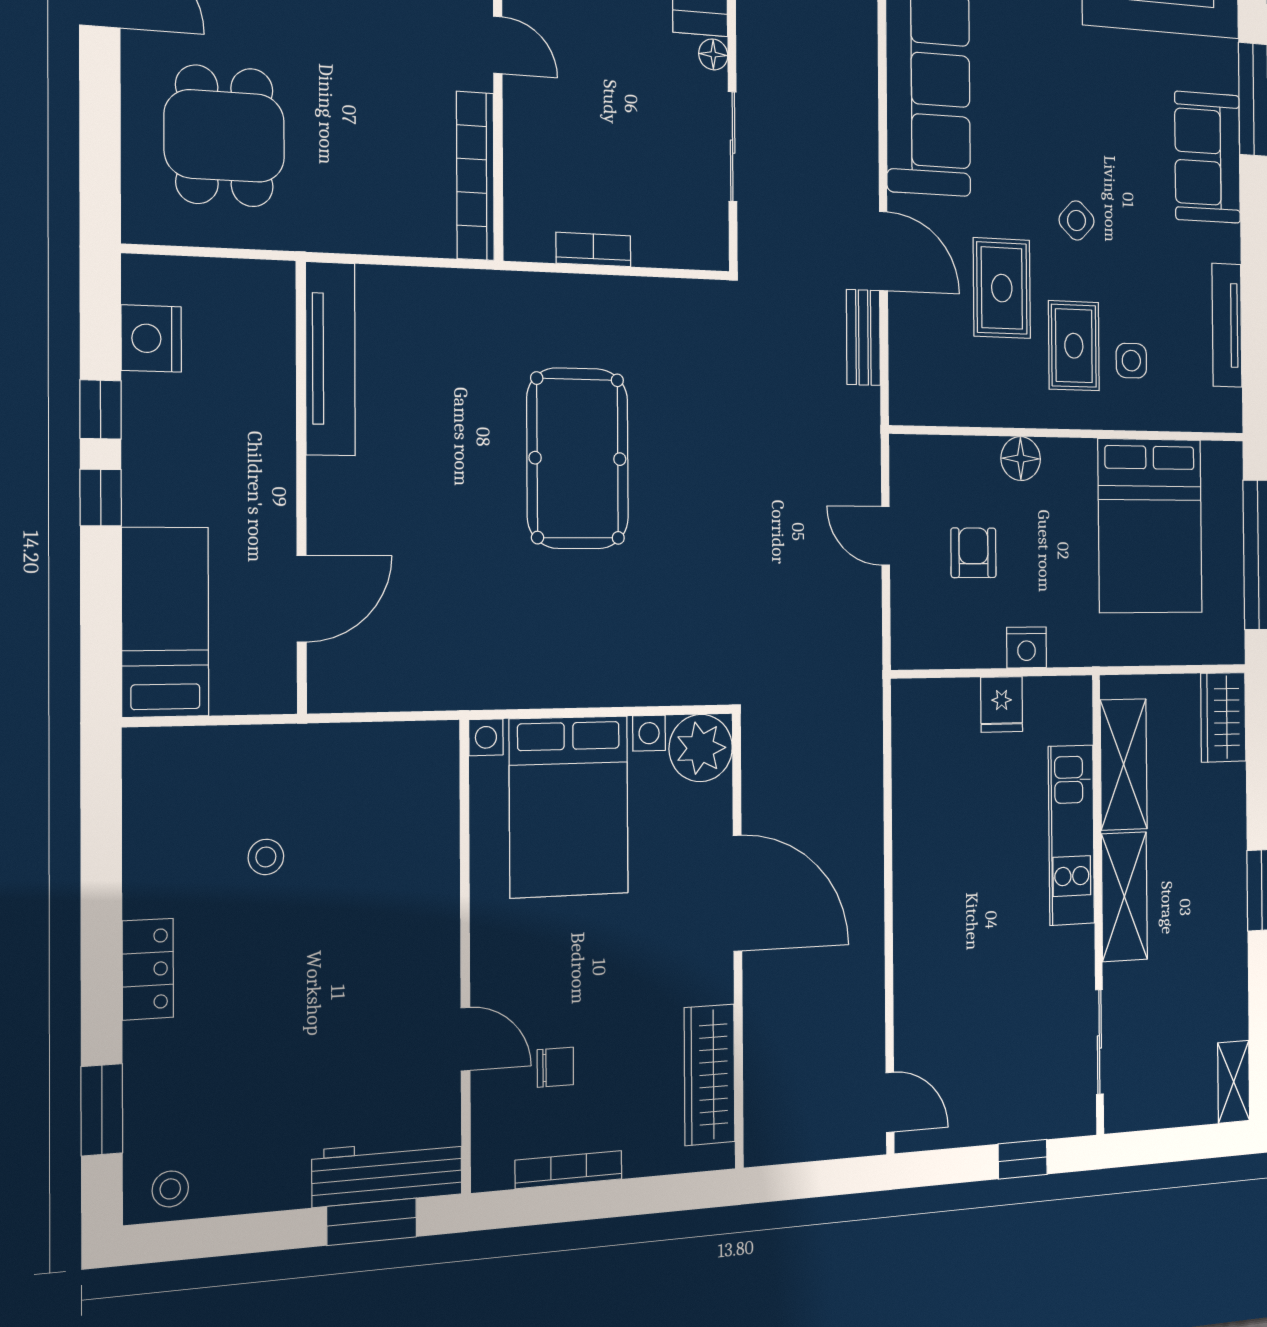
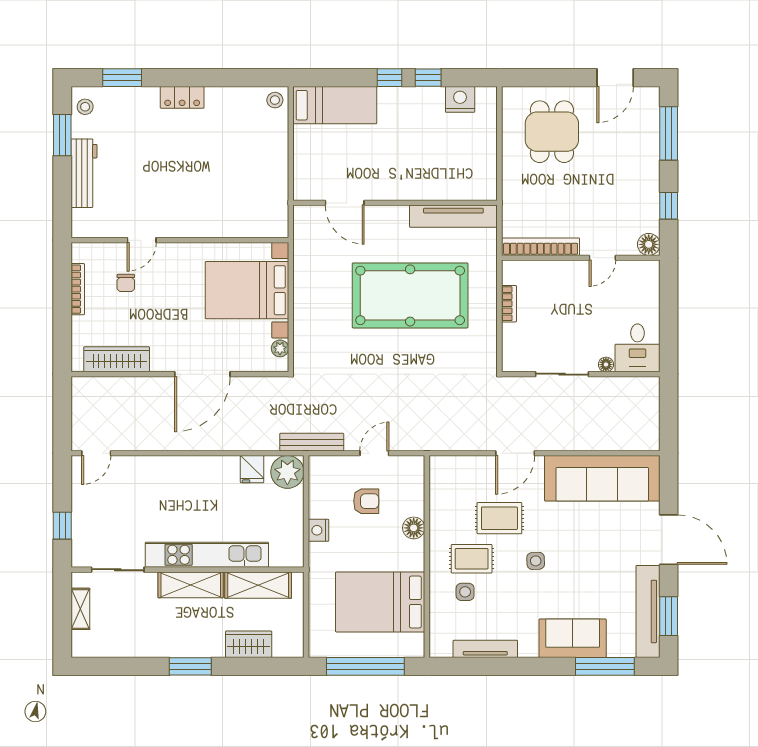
dining table: (225, 136) -> (552, 132), turned 90
side table: (1077, 220) -> (536, 561), turned 45
bench: (863, 337) -> (312, 442), moved, width x1.36
tv unit: (330, 359) -> (453, 216), moved
pool table: (578, 458) -> (410, 295), width x1.36, depth x1.32
wall: (301, 487) -> (395, 203), moved
door: (302, 599) -> (345, 203), moved
fridge: (1002, 704) -> (252, 469), moved, turned -90
plant: (922, 712) -> (287, 472), added
wardrobe: (1223, 717) -> (249, 644), moved
plant: (701, 748) -> (280, 348), width x0.53, depth x0.53
kitchen unit: (1071, 835) -> (207, 555), width x1.36
stool: (266, 857) -> (275, 100), moved
shelving: (1234, 1082) -> (80, 609), moved, turned 90
workbench: (387, 1172) -> (84, 173), moved
window: (372, 1222) -> (62, 135), moved

